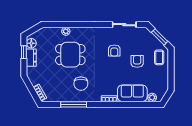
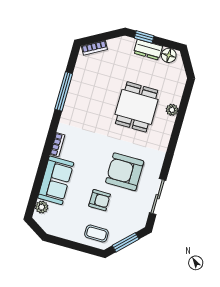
armchair: (114, 50) -> (125, 172), width x1.88, depth x1.88
window: (24, 52) -> (144, 37), moved
chair: (81, 84) -> (90, 110), removed

